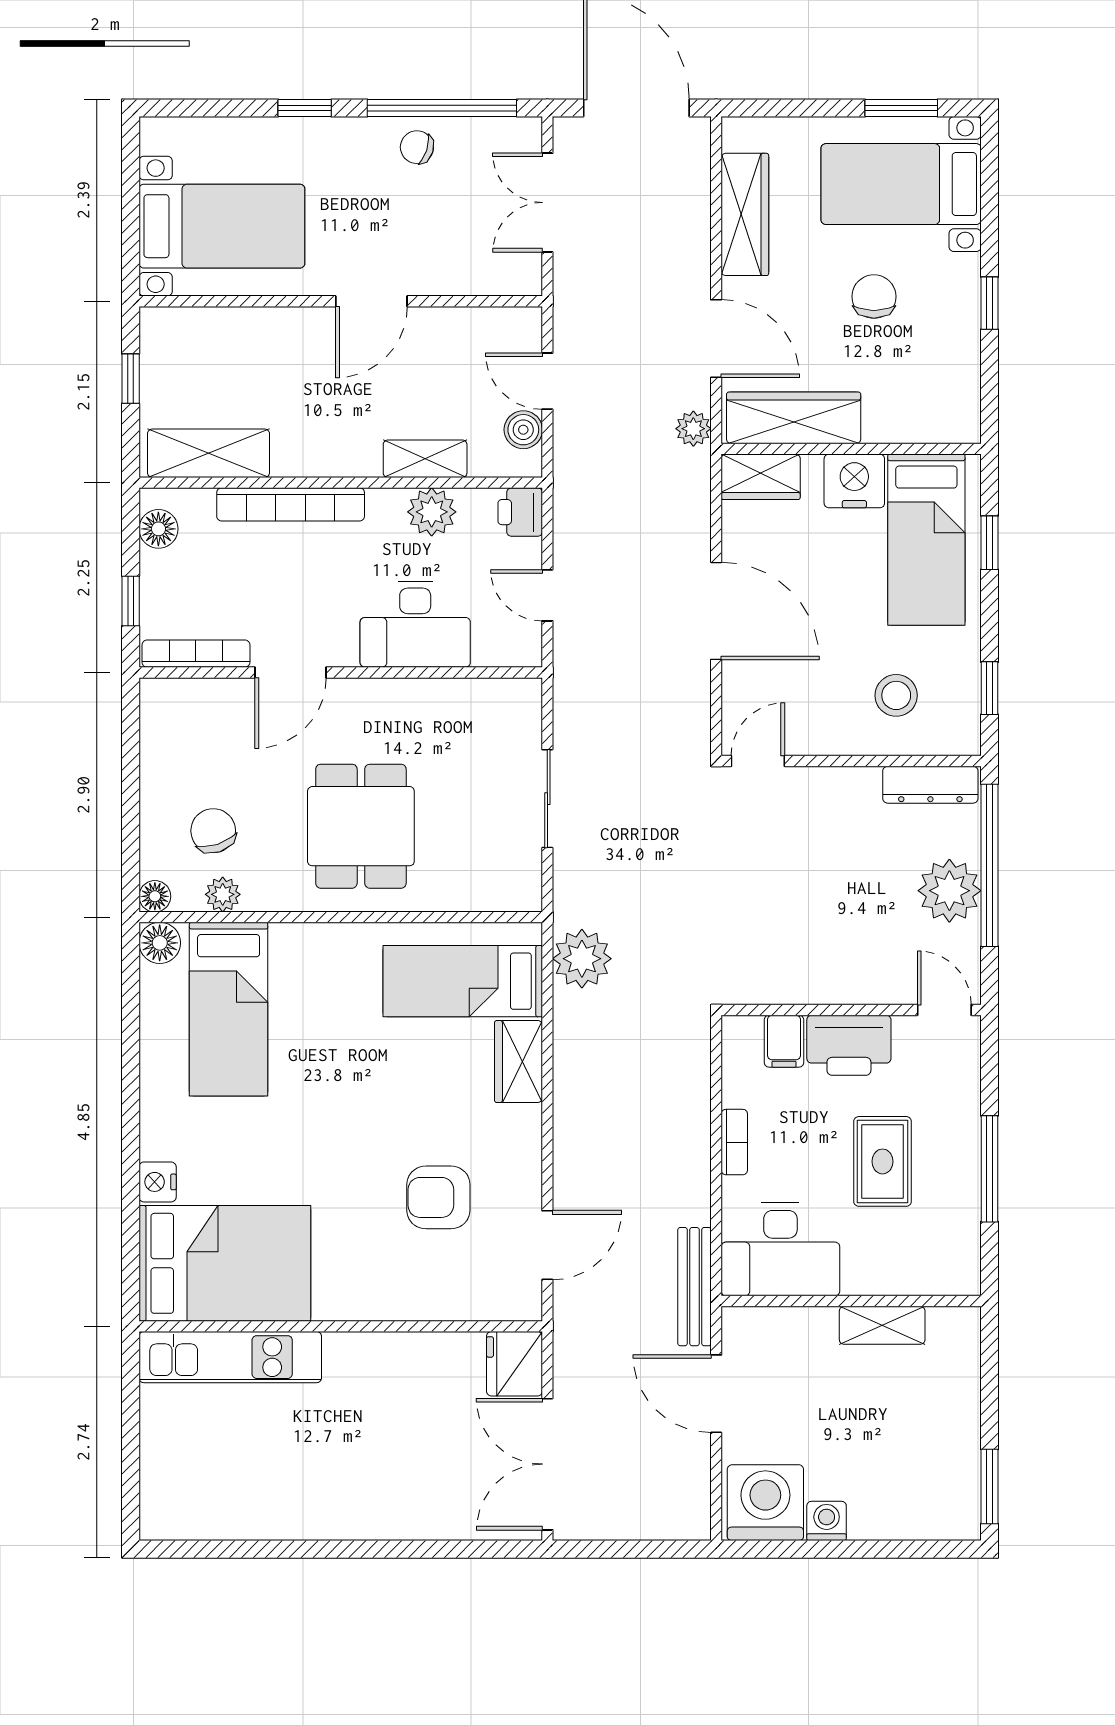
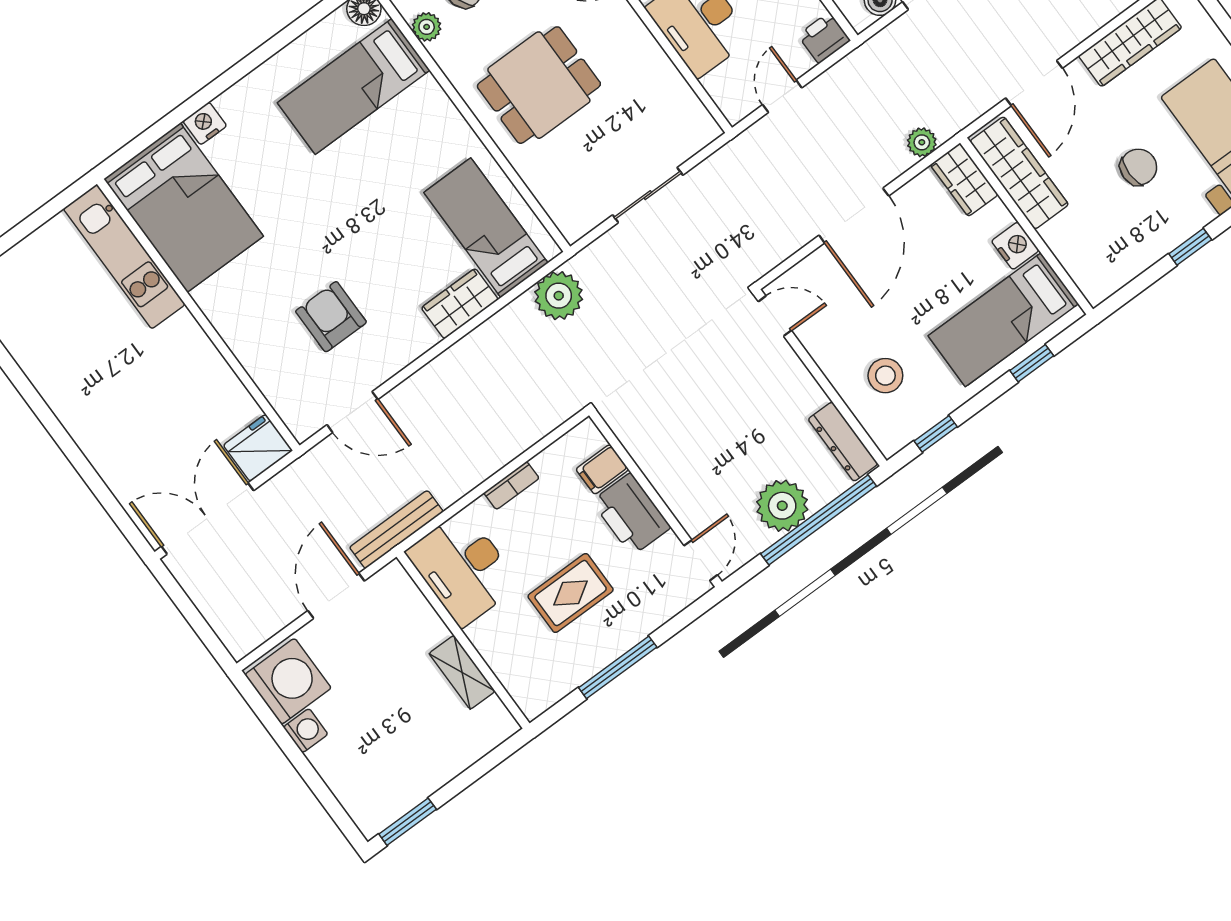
plant: (693, 429) -> (922, 142), moved
nightstand: (854, 481) -> (1015, 246), width x0.74, depth x0.75

